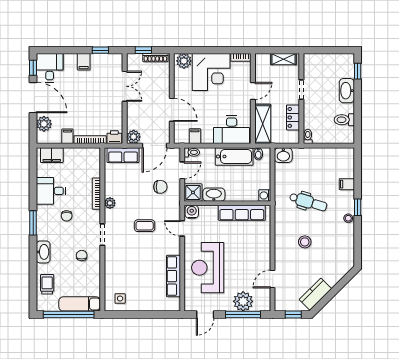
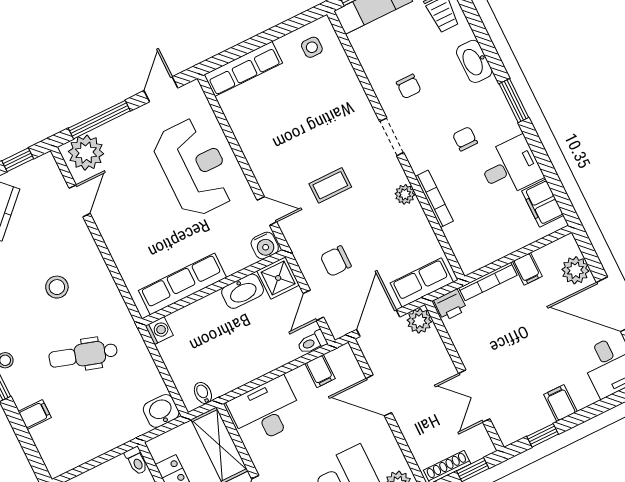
filing cabinet: (52, 155) -> (543, 203), moved, turned -90
bathtub: (234, 156) -> (240, 369), removed
row of seats: (173, 276) -> (243, 69), moved, turned 90
plant: (243, 301) -> (86, 153), moved

